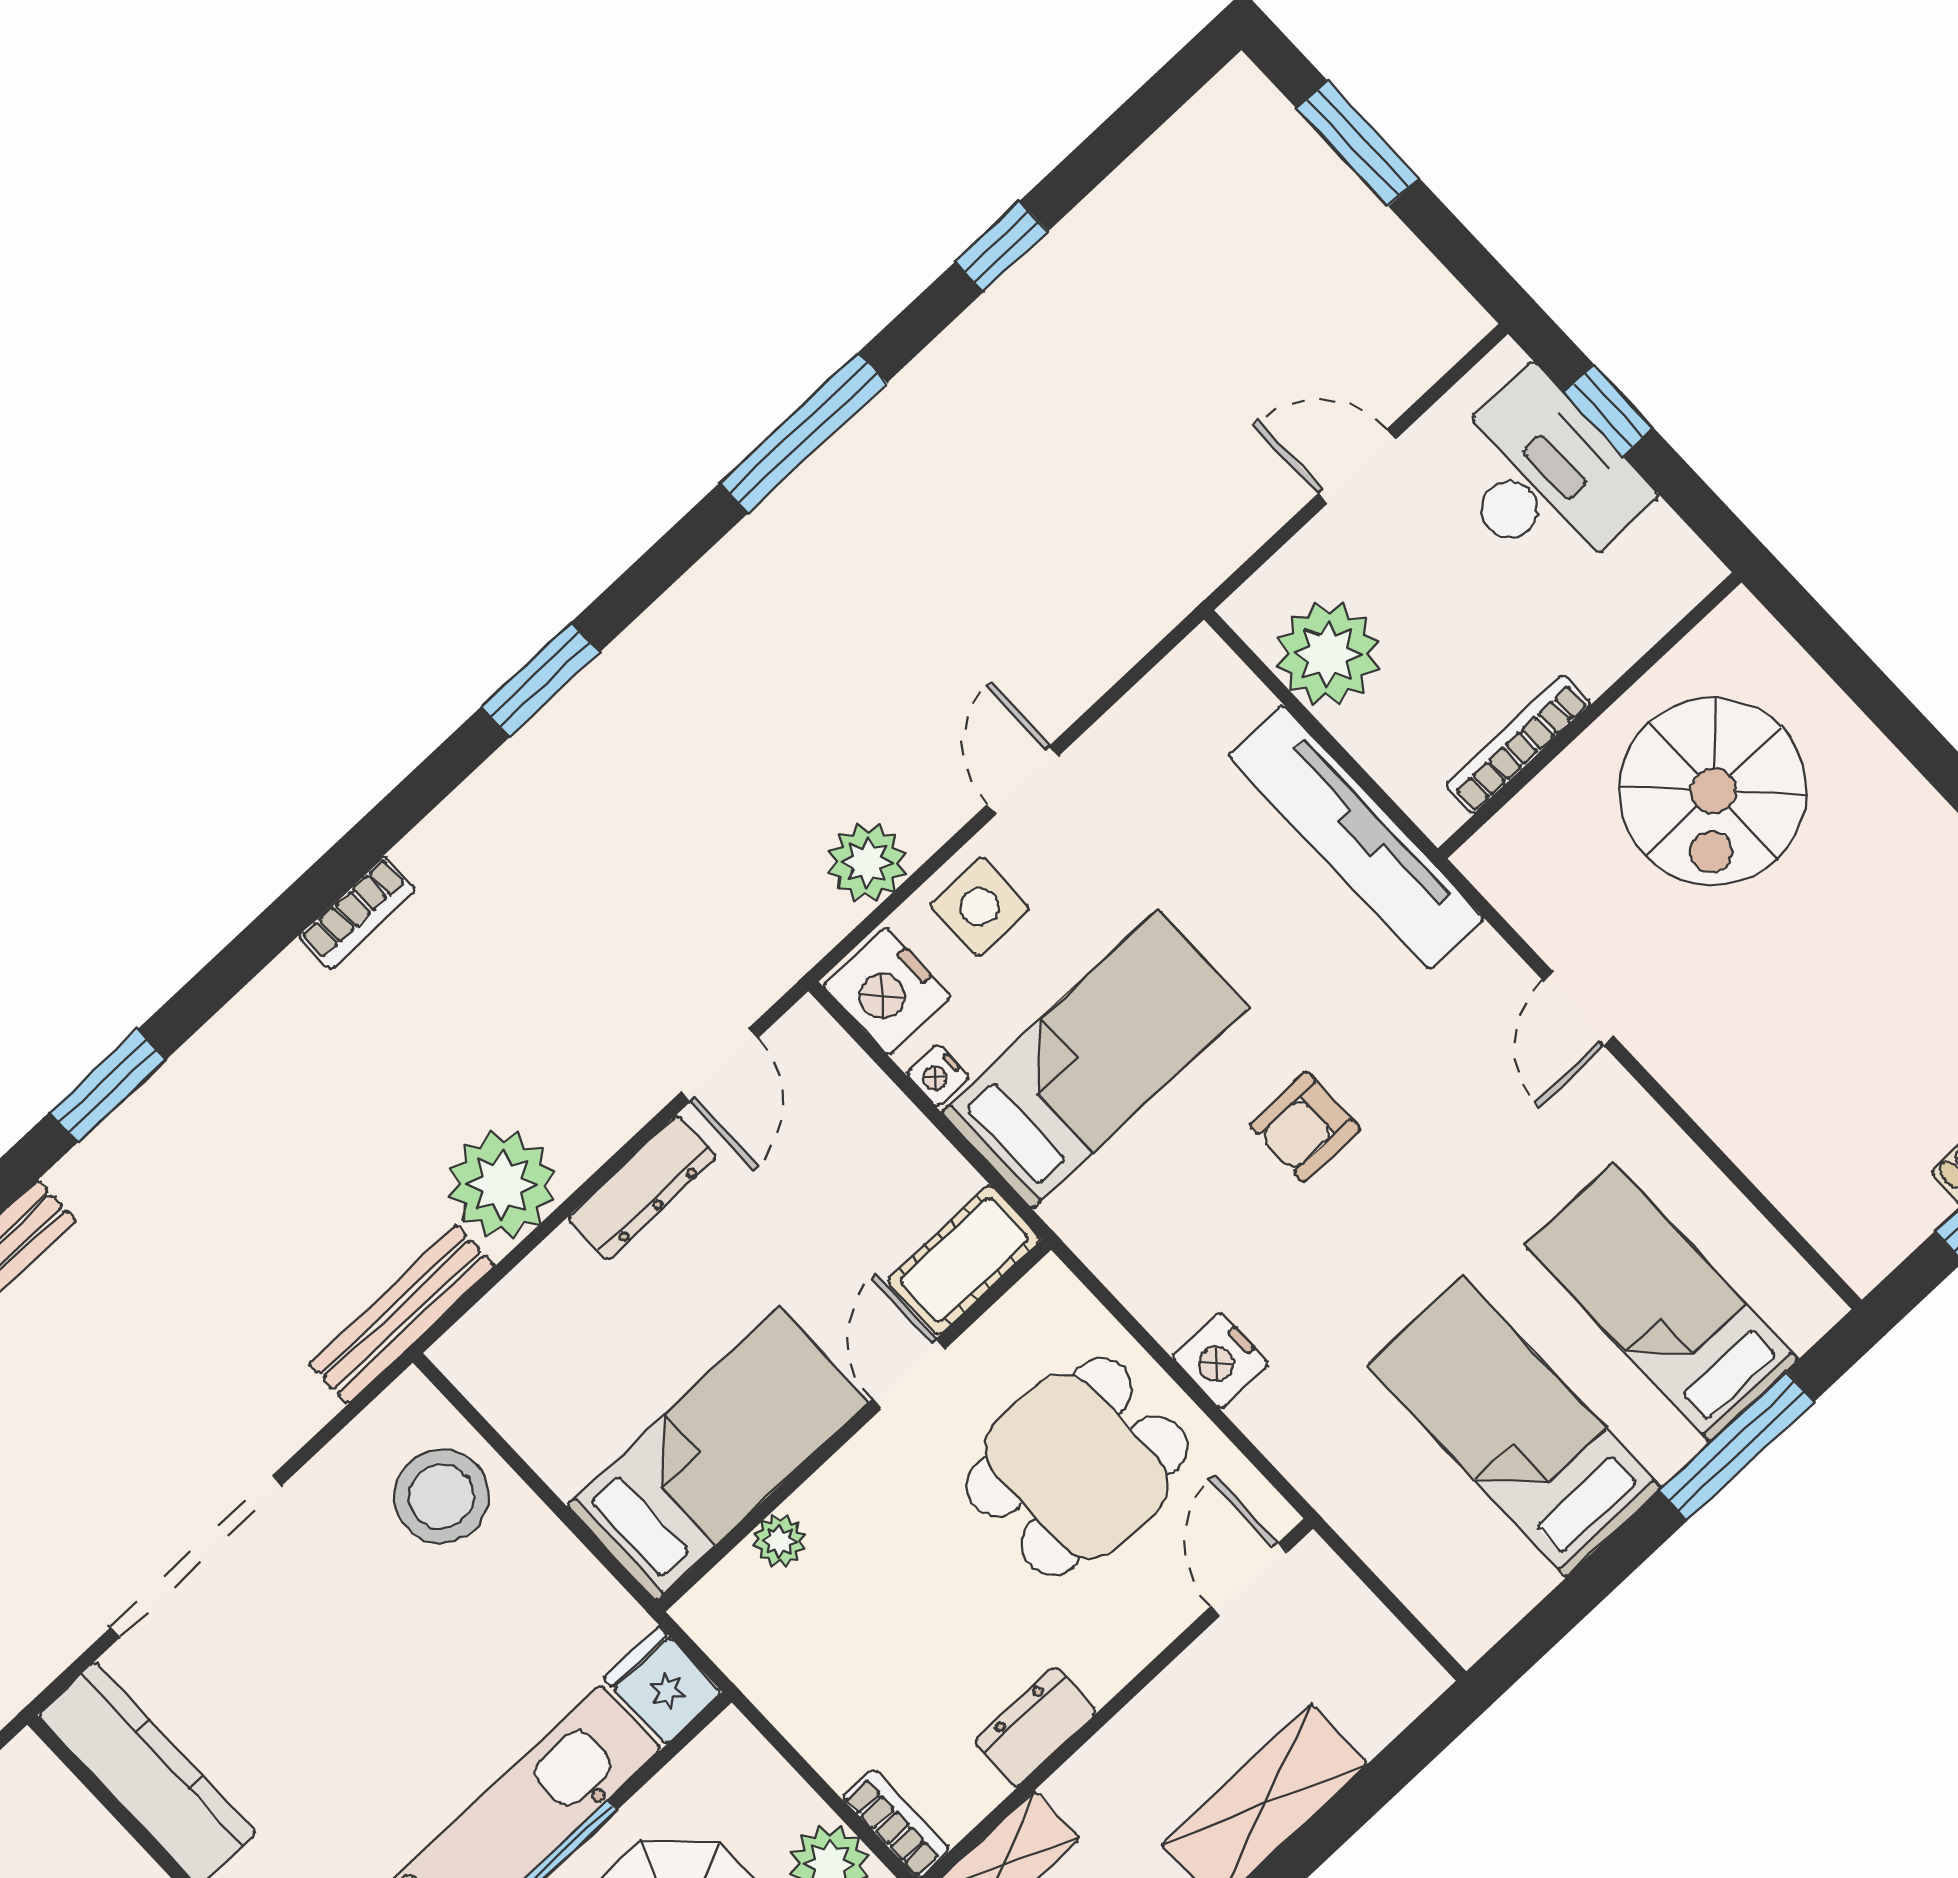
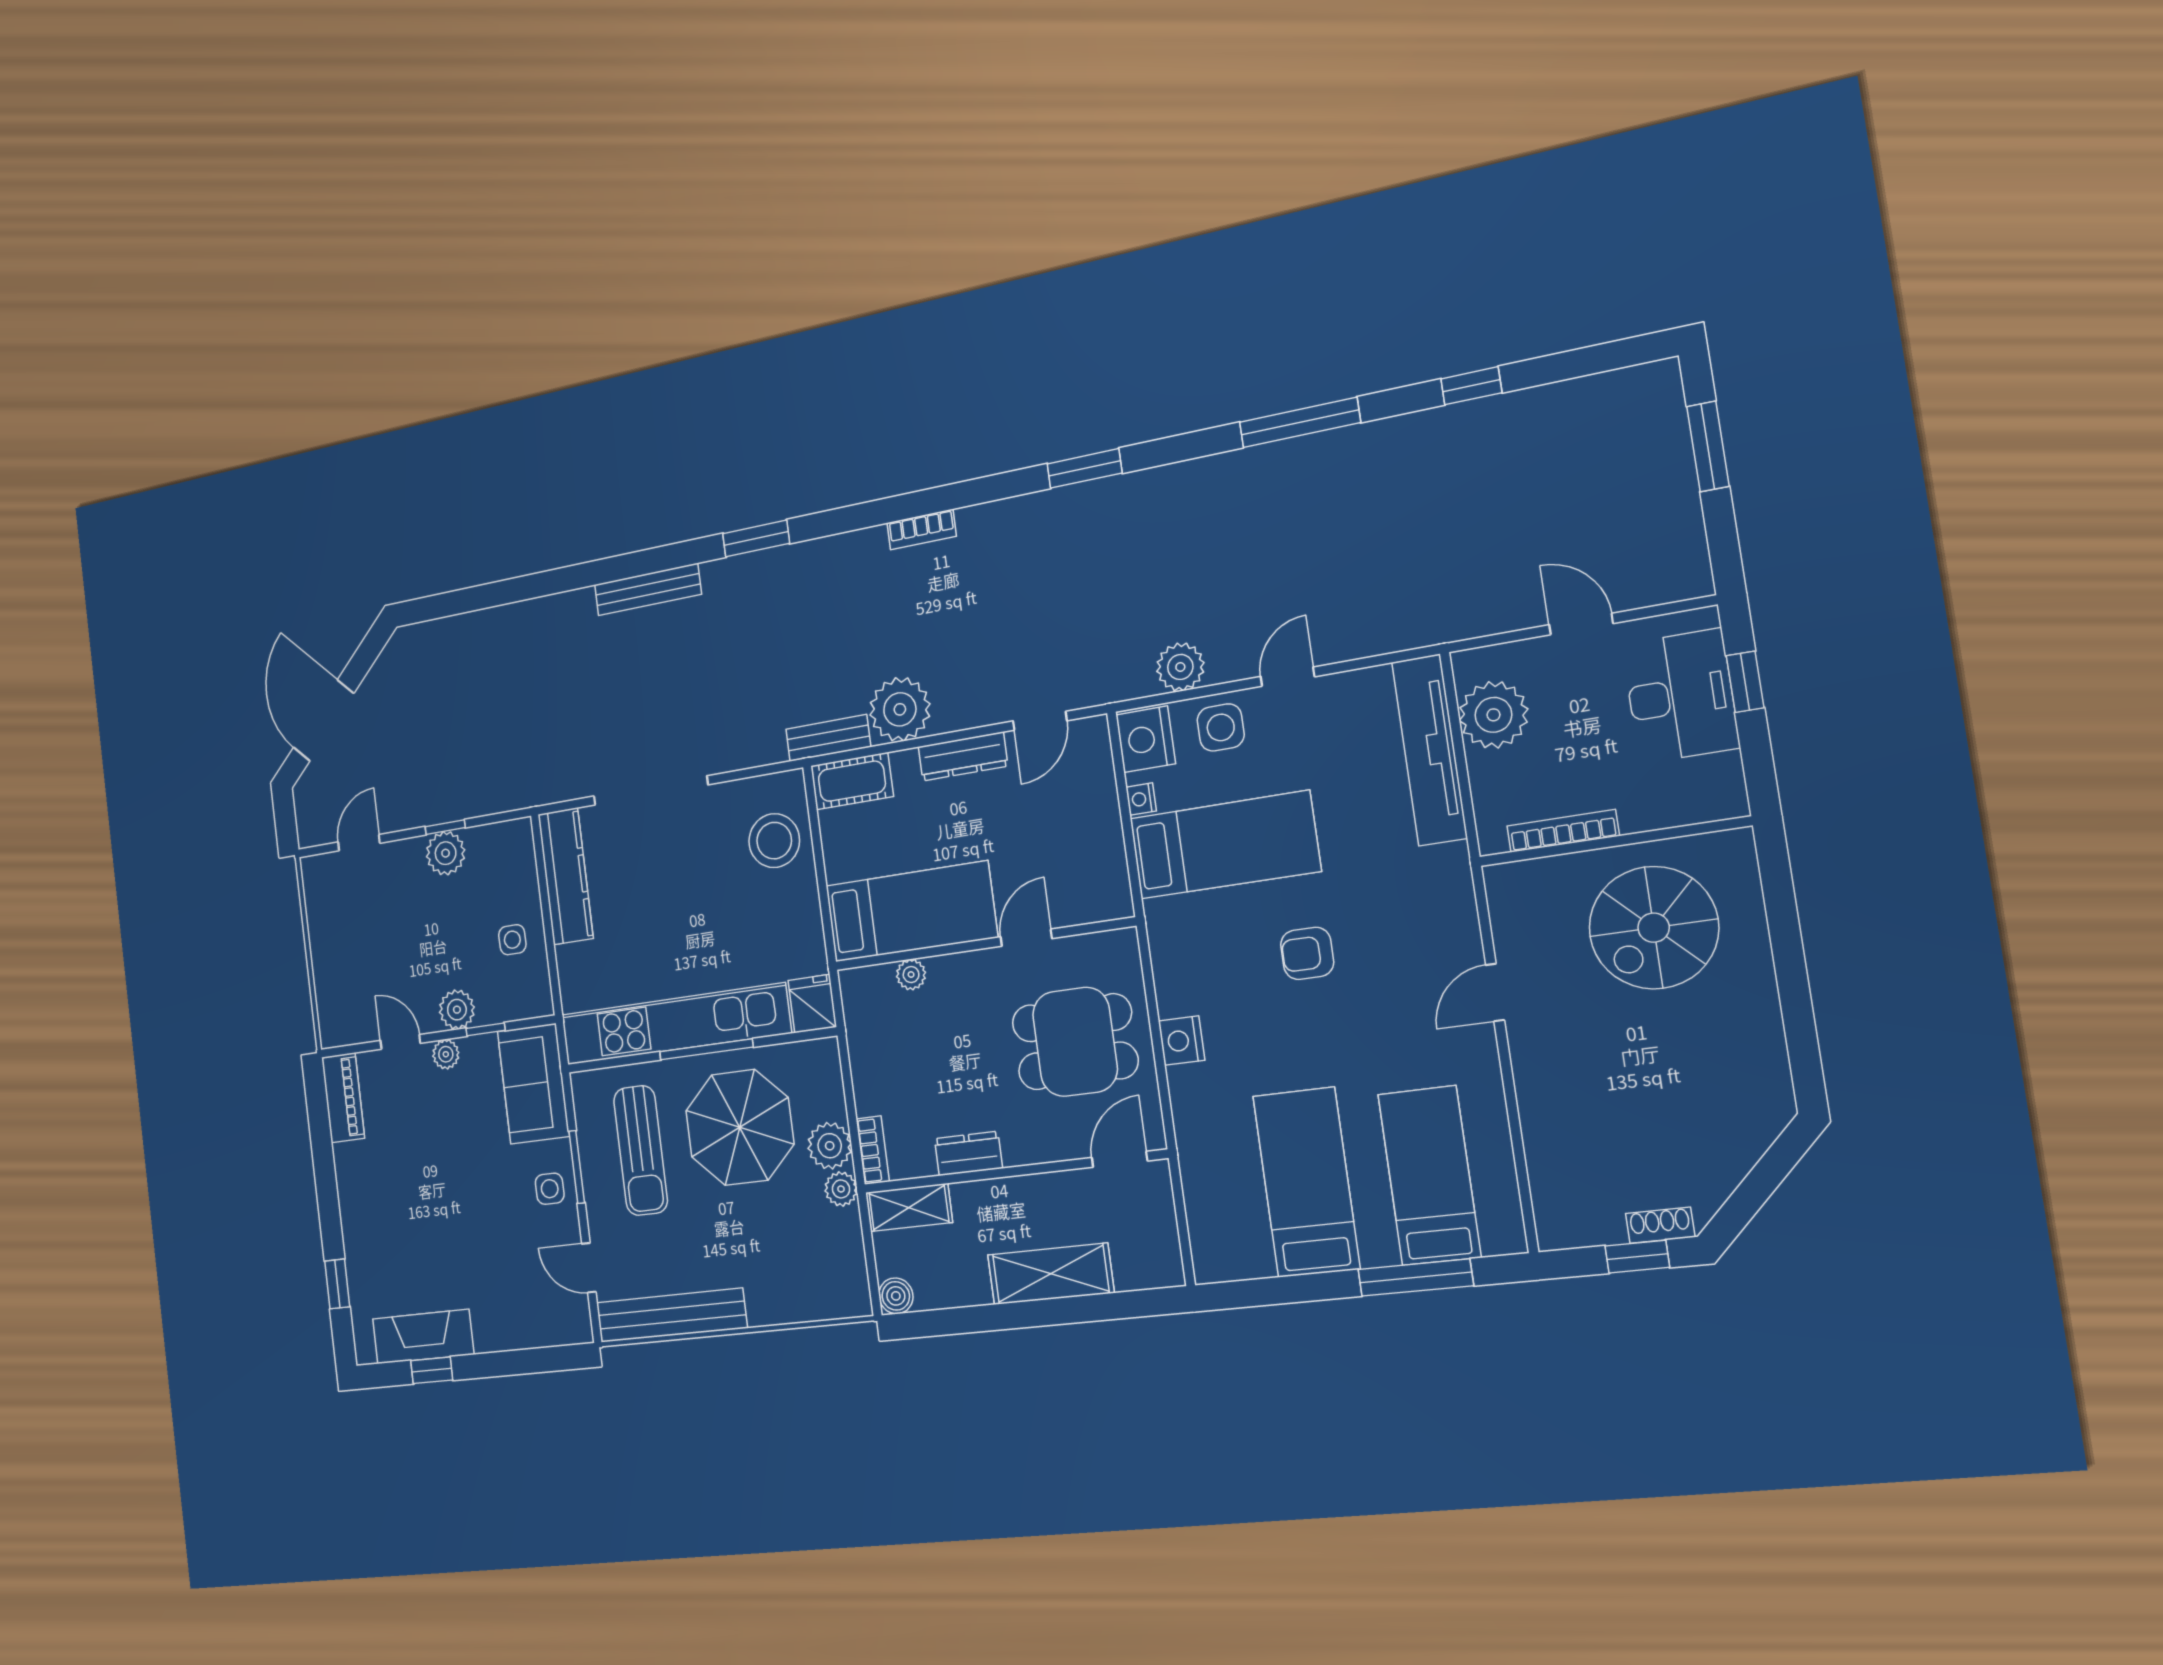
tv unit: (1356, 837) -> (1429, 750), moved
cot: (964, 1260) -> (852, 781), moved
bench: (402, 1315) -> (828, 738), width x0.73

